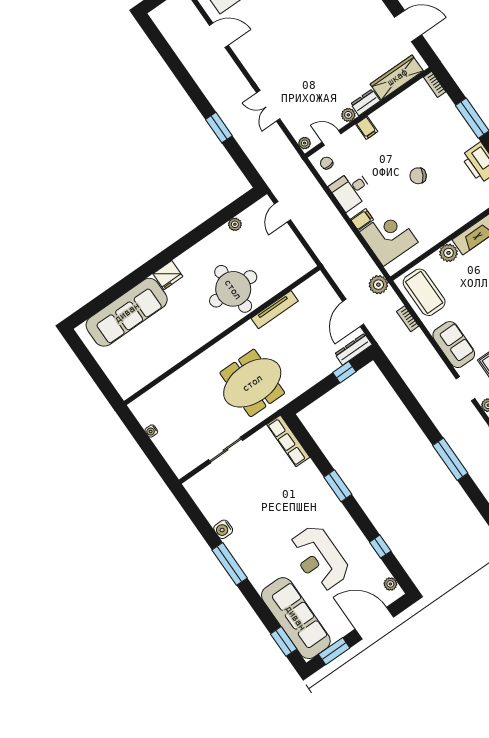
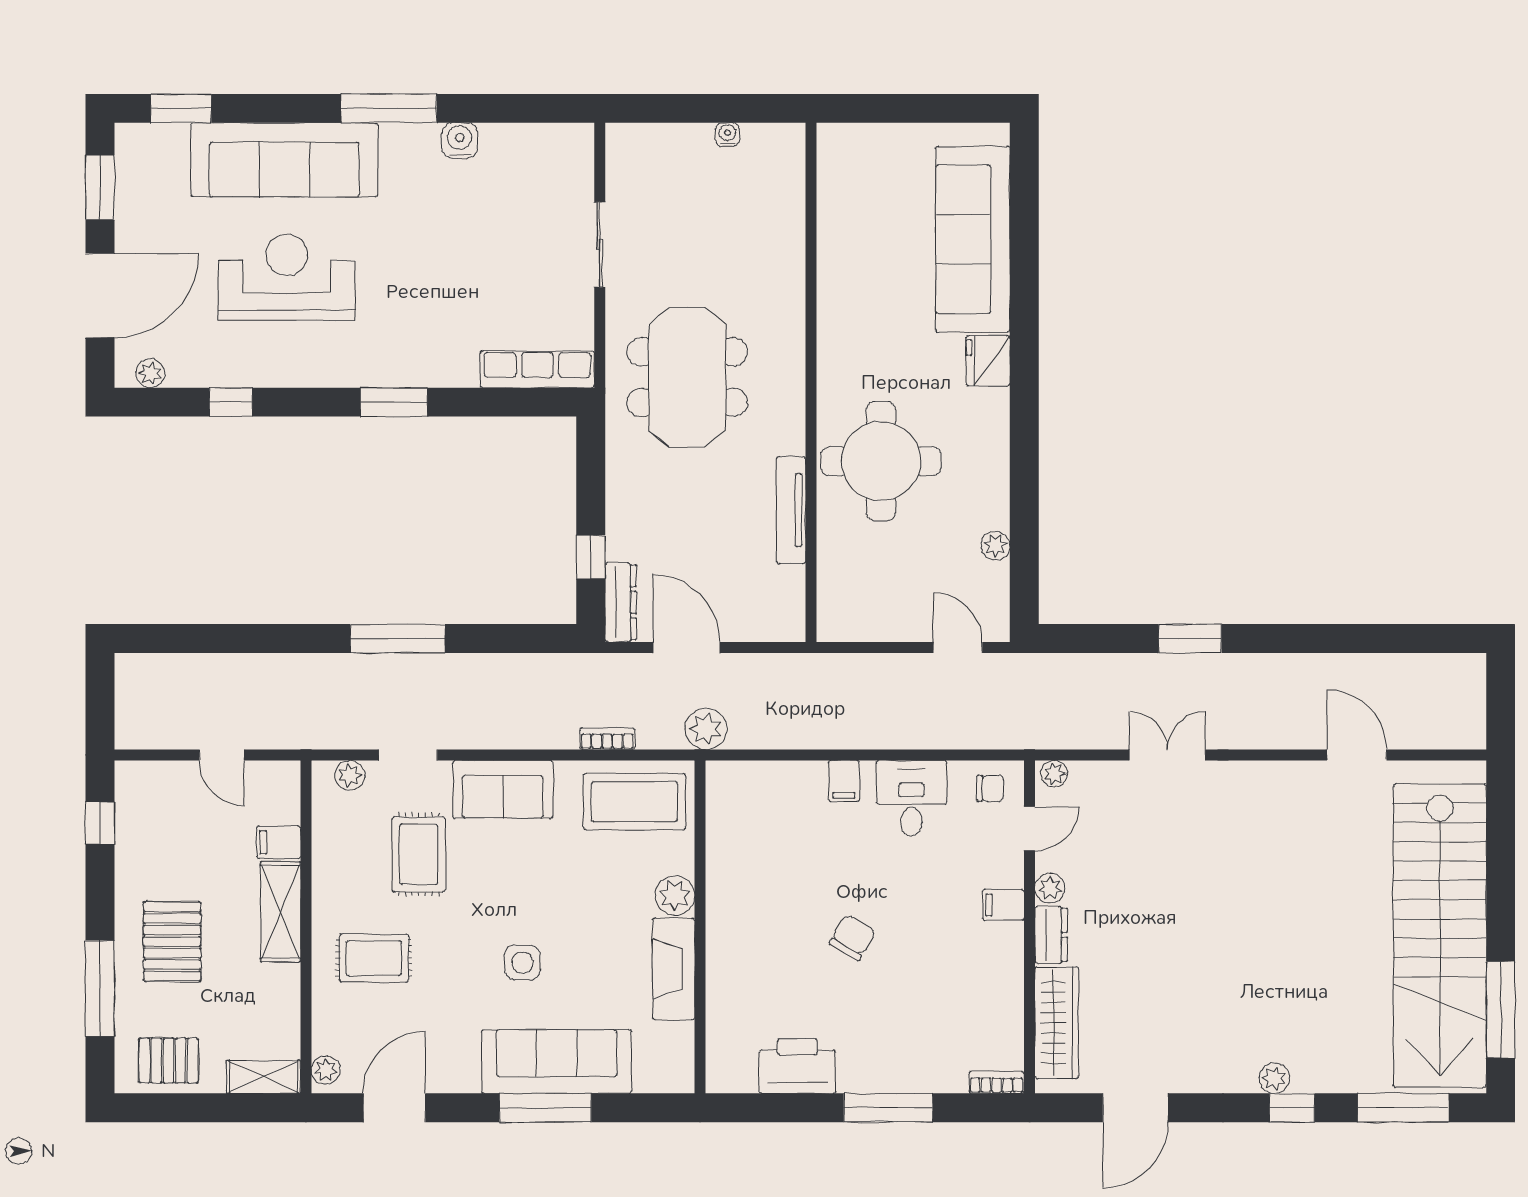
door: (219, 35) -> (1357, 755), swing flipped
corner desk: (389, 237) -> (779, 807), removed
window: (450, 459) -> (398, 639), moved
sofa: (296, 618) -> (284, 160), moved

